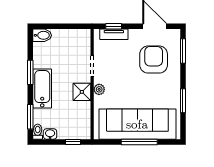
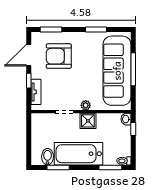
window: (114, 26) -> (29, 81), moved
bidet: (42, 35) -> (48, 157), moved
window: (30, 72) -> (58, 167), moved
bathtub: (42, 88) -> (78, 154), width x1.36, depth x1.36
washbasin: (50, 134) -> (126, 119), moved

